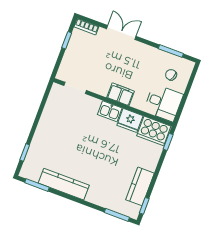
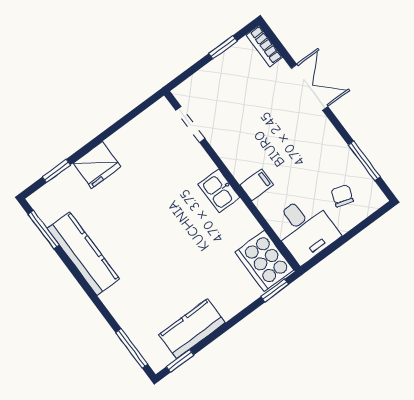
filing cabinet: (121, 94) -> (257, 185), width x0.50
fridge: (130, 120) -> (97, 165), moved, turned -90

